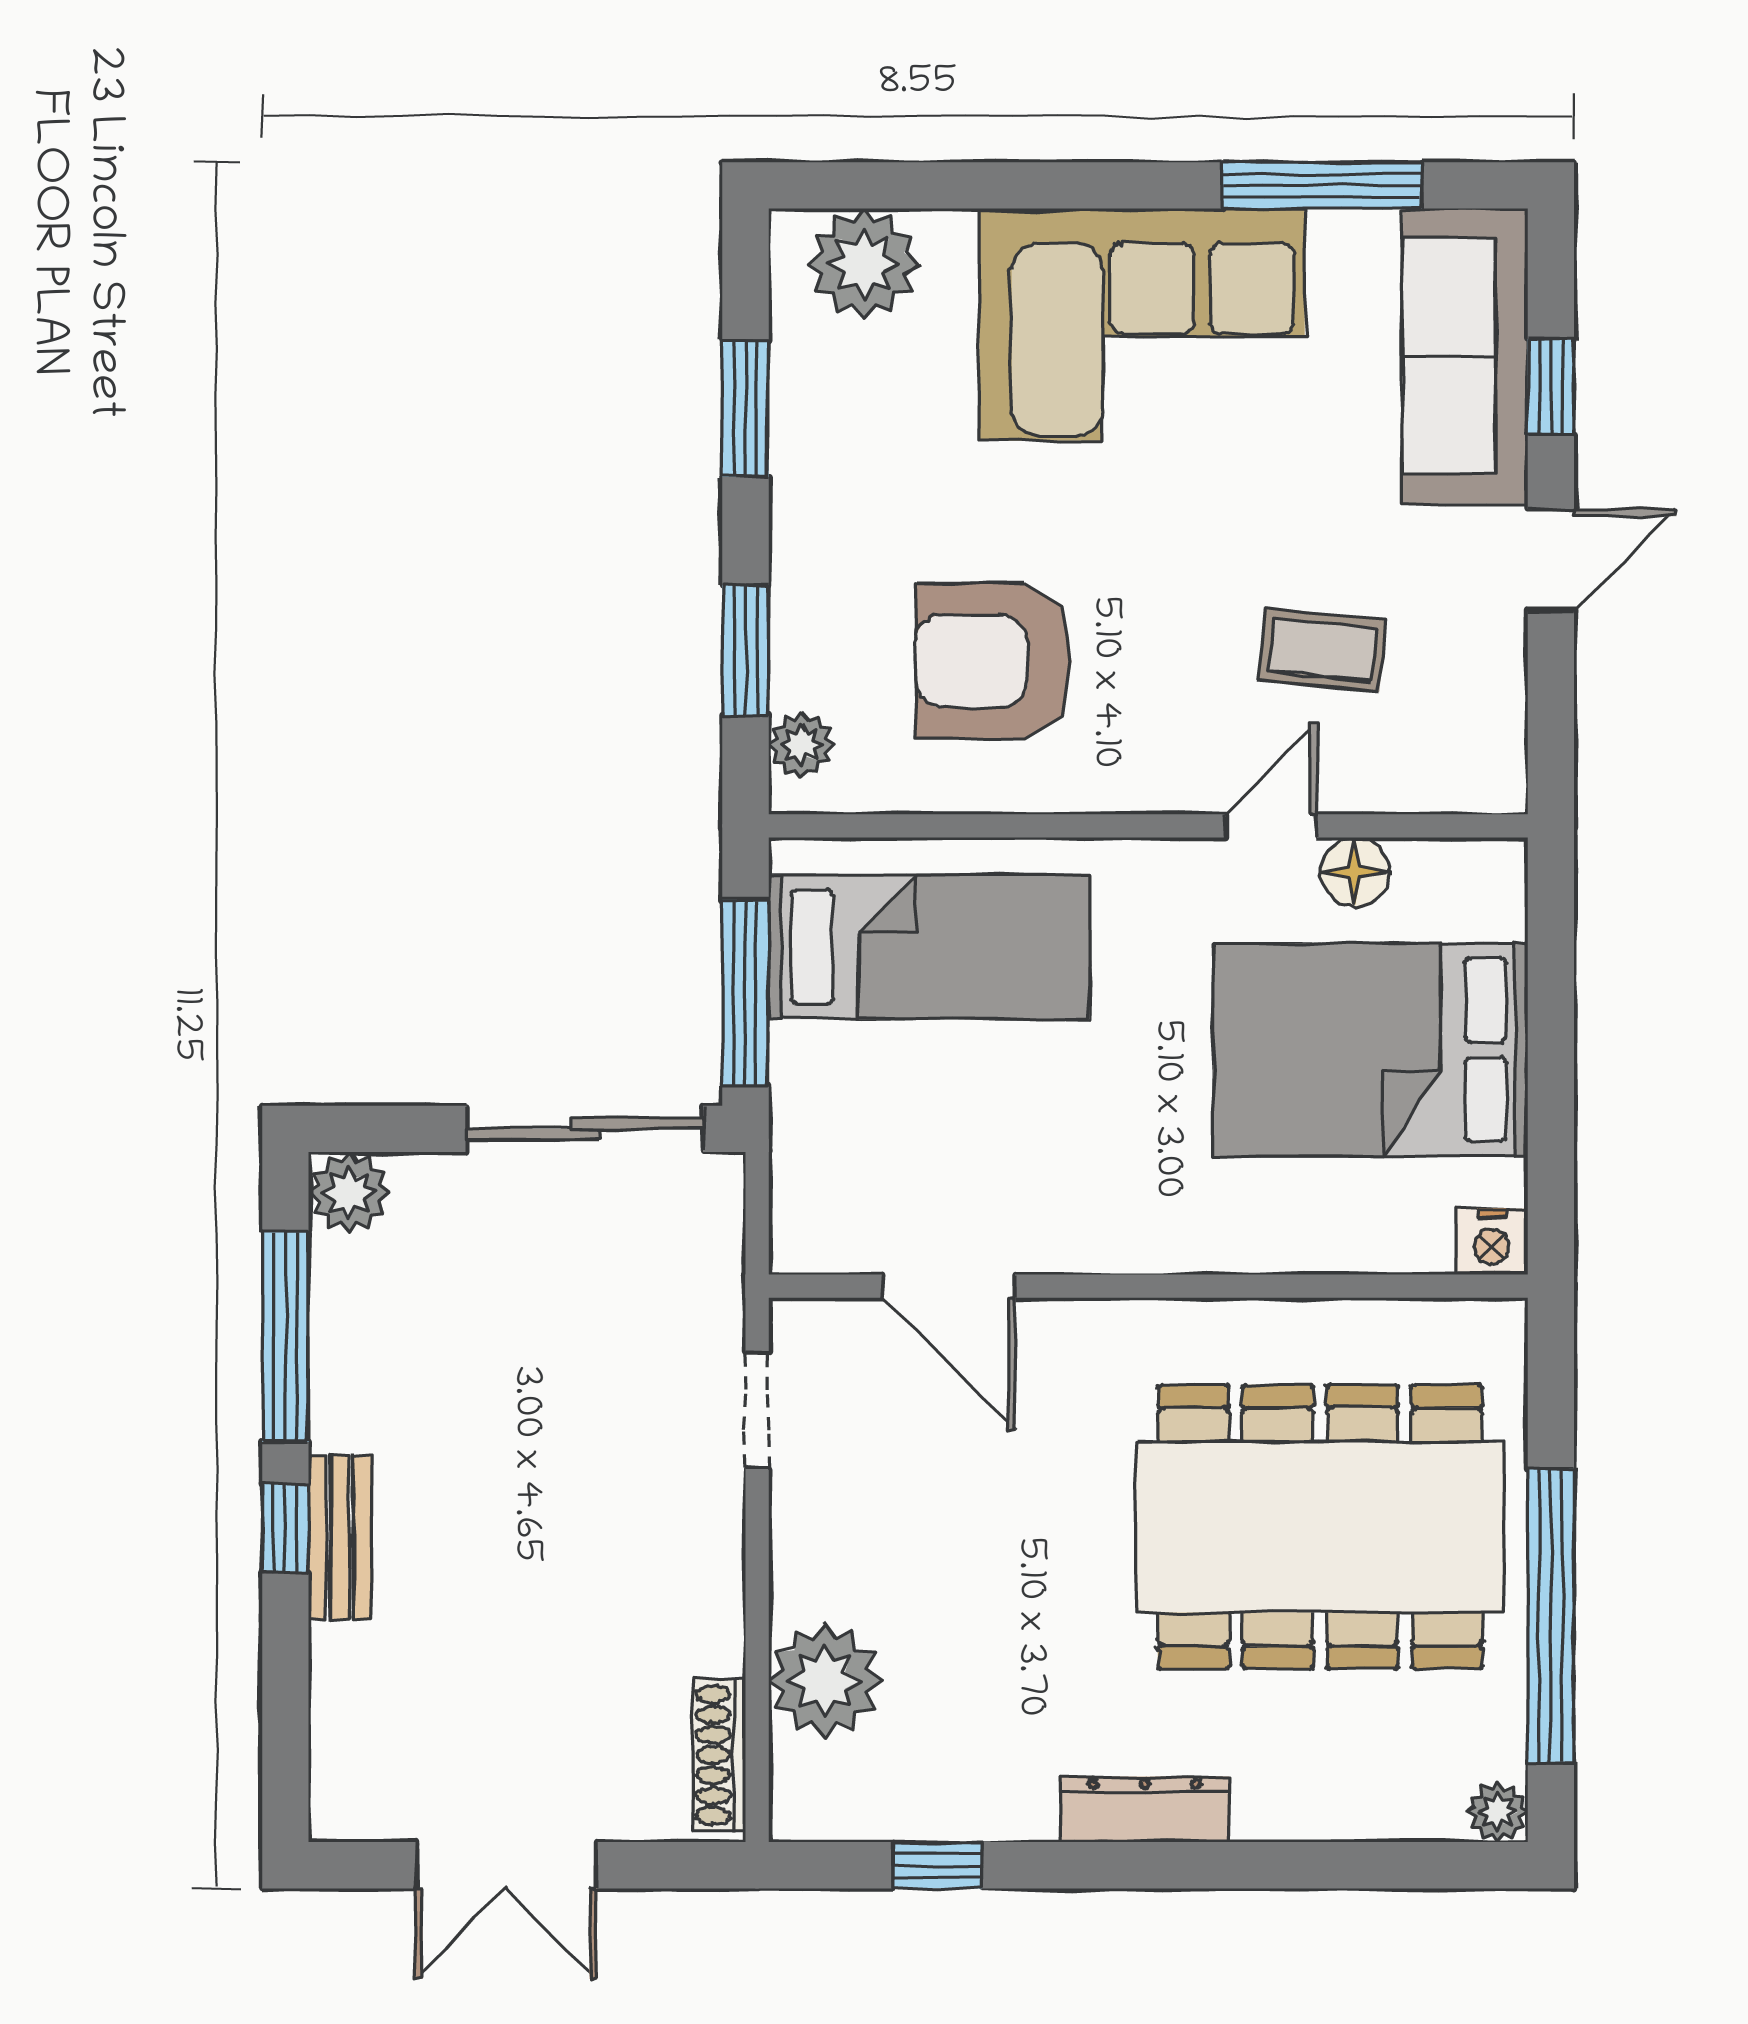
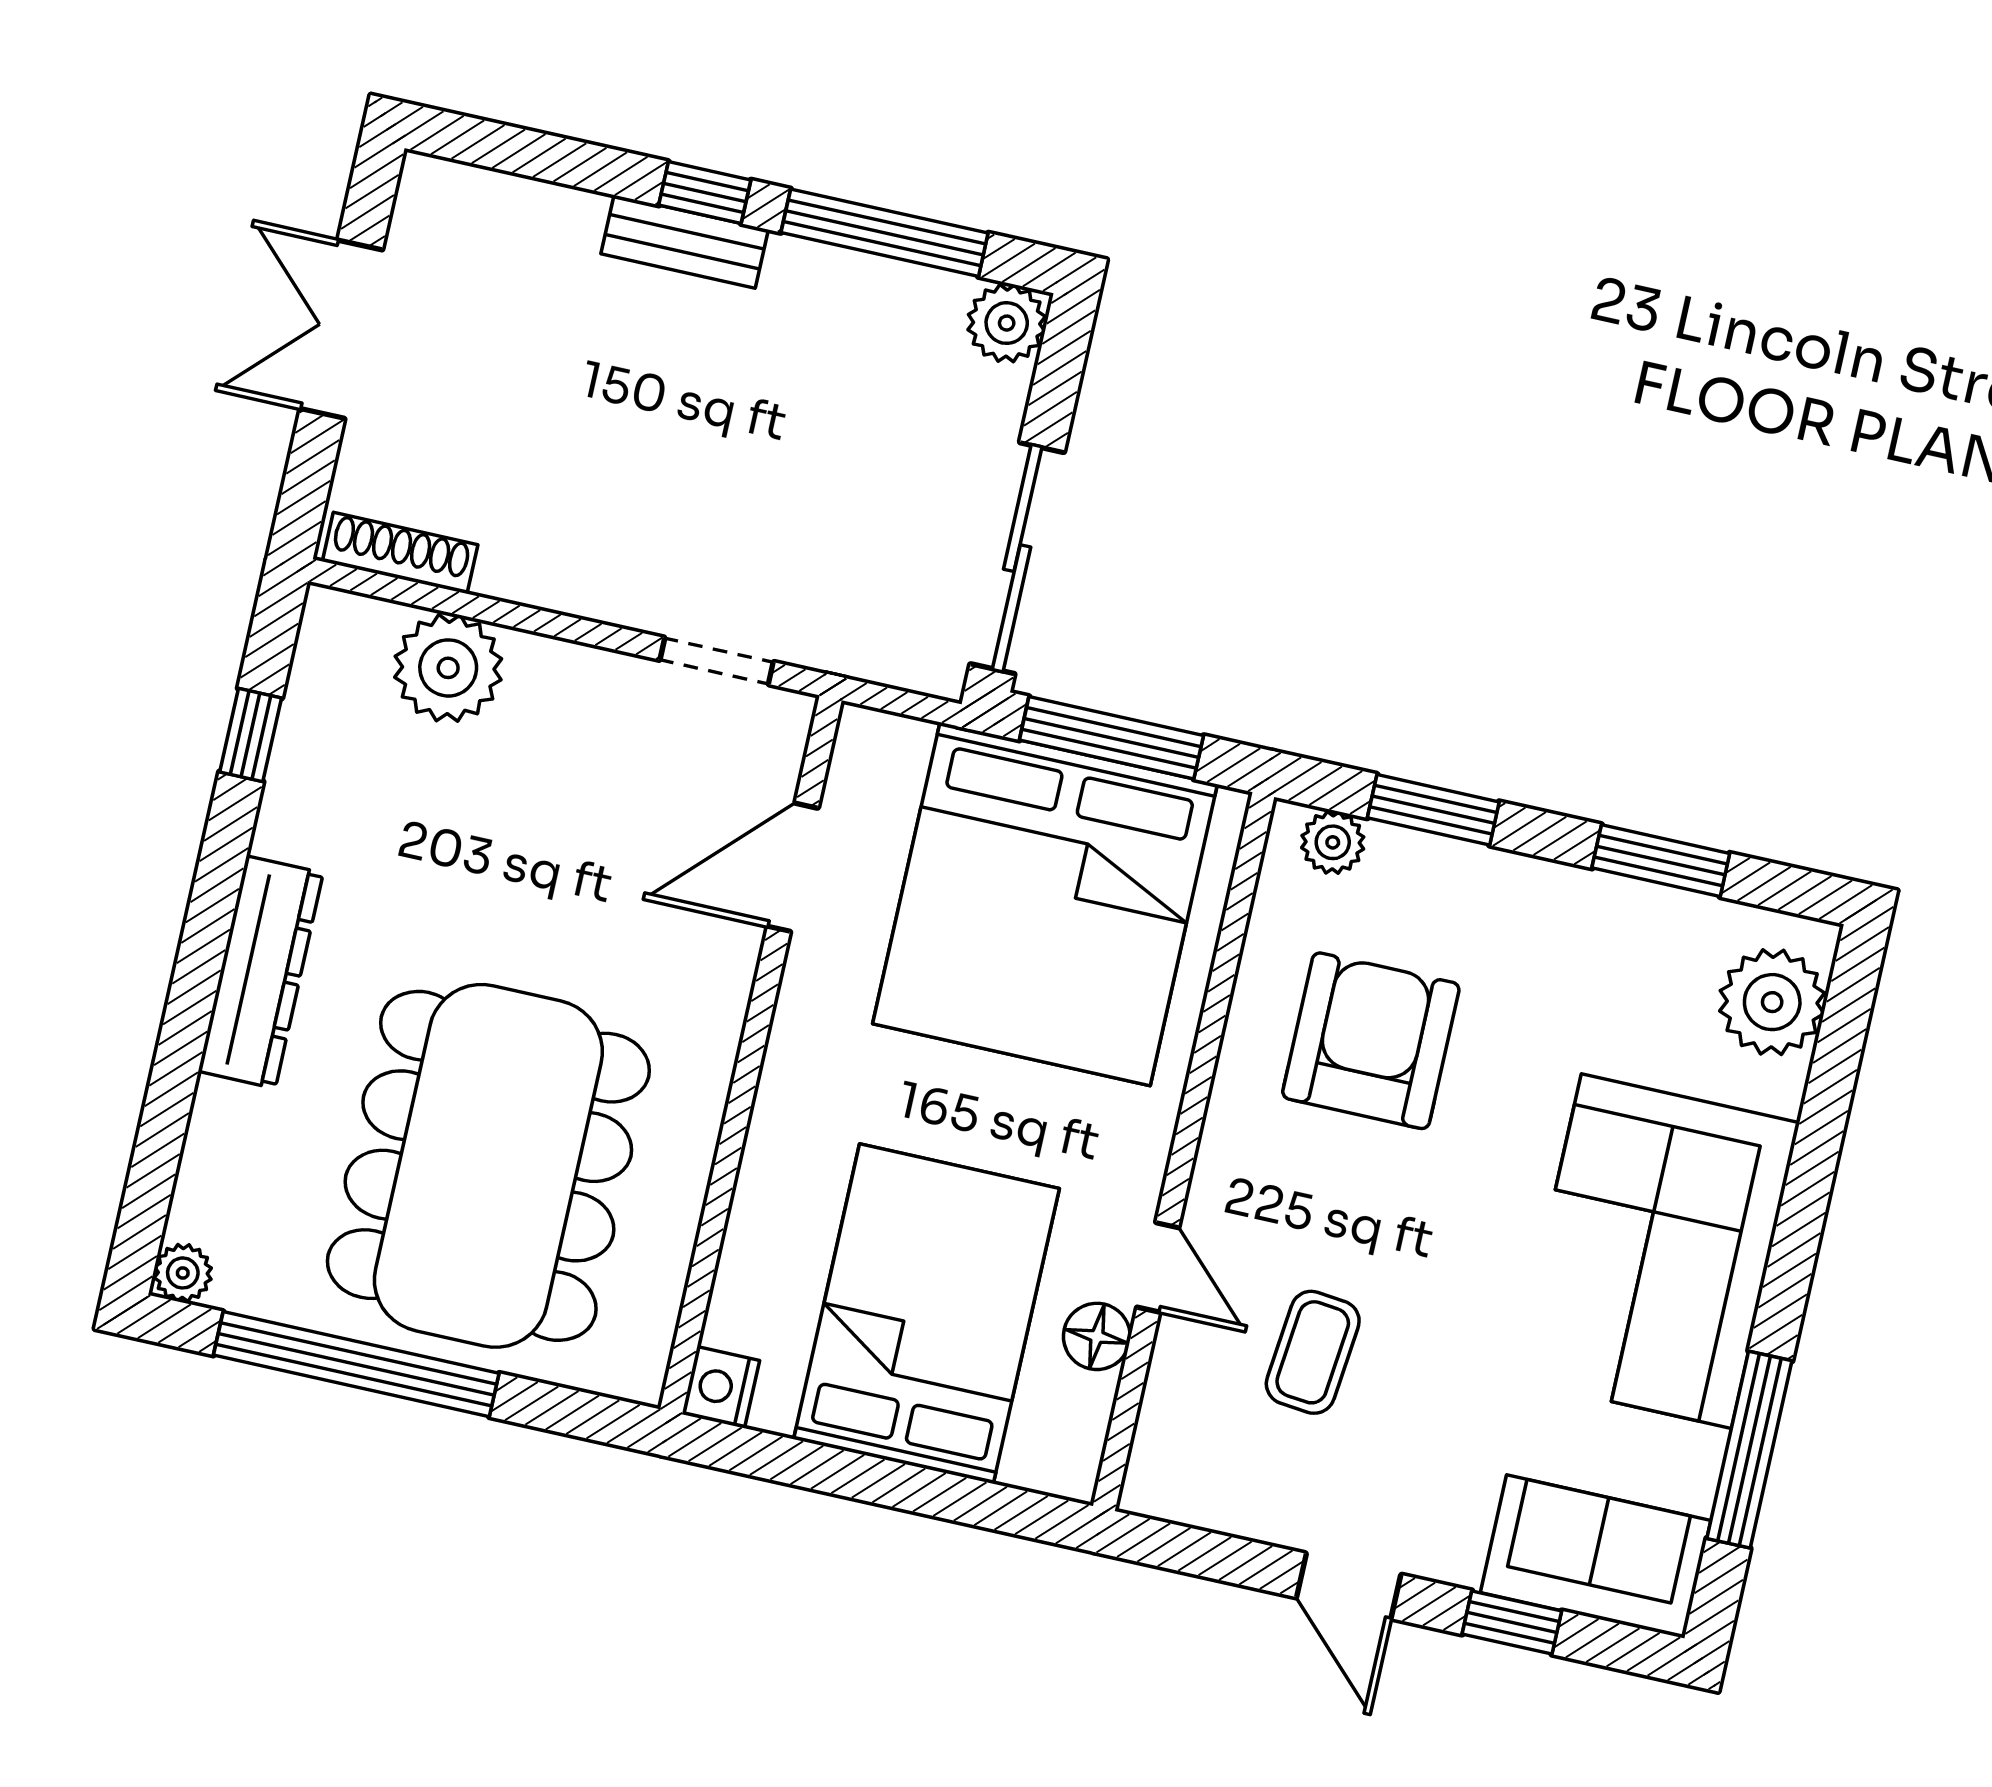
sofa: (1465, 356) -> (1596, 1557), width x0.73
bed: (929, 947) -> (1045, 904), width x2.04
dresser: (1145, 1809) -> (261, 972), width x1.37, depth x1.24

